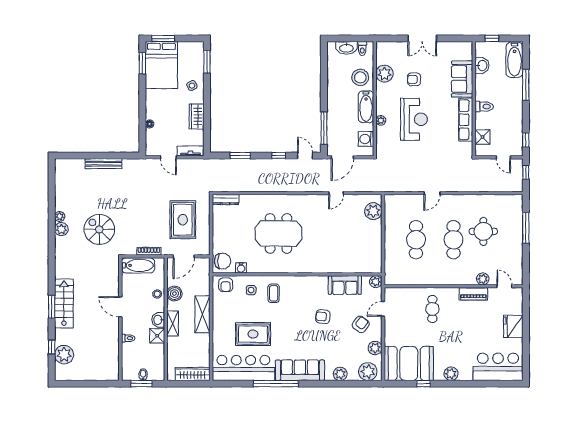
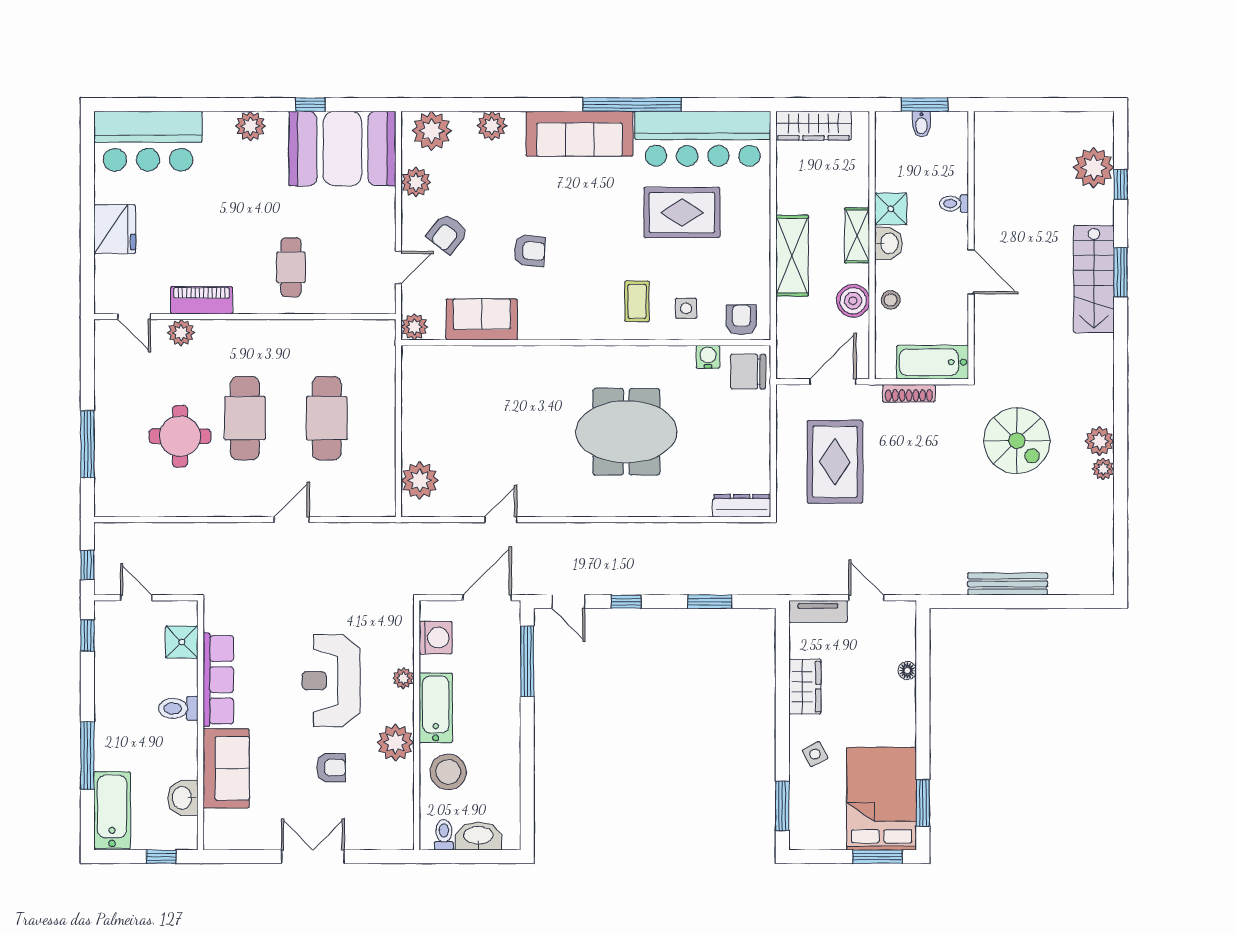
plant: (384, 74) -> (395, 743), moved

